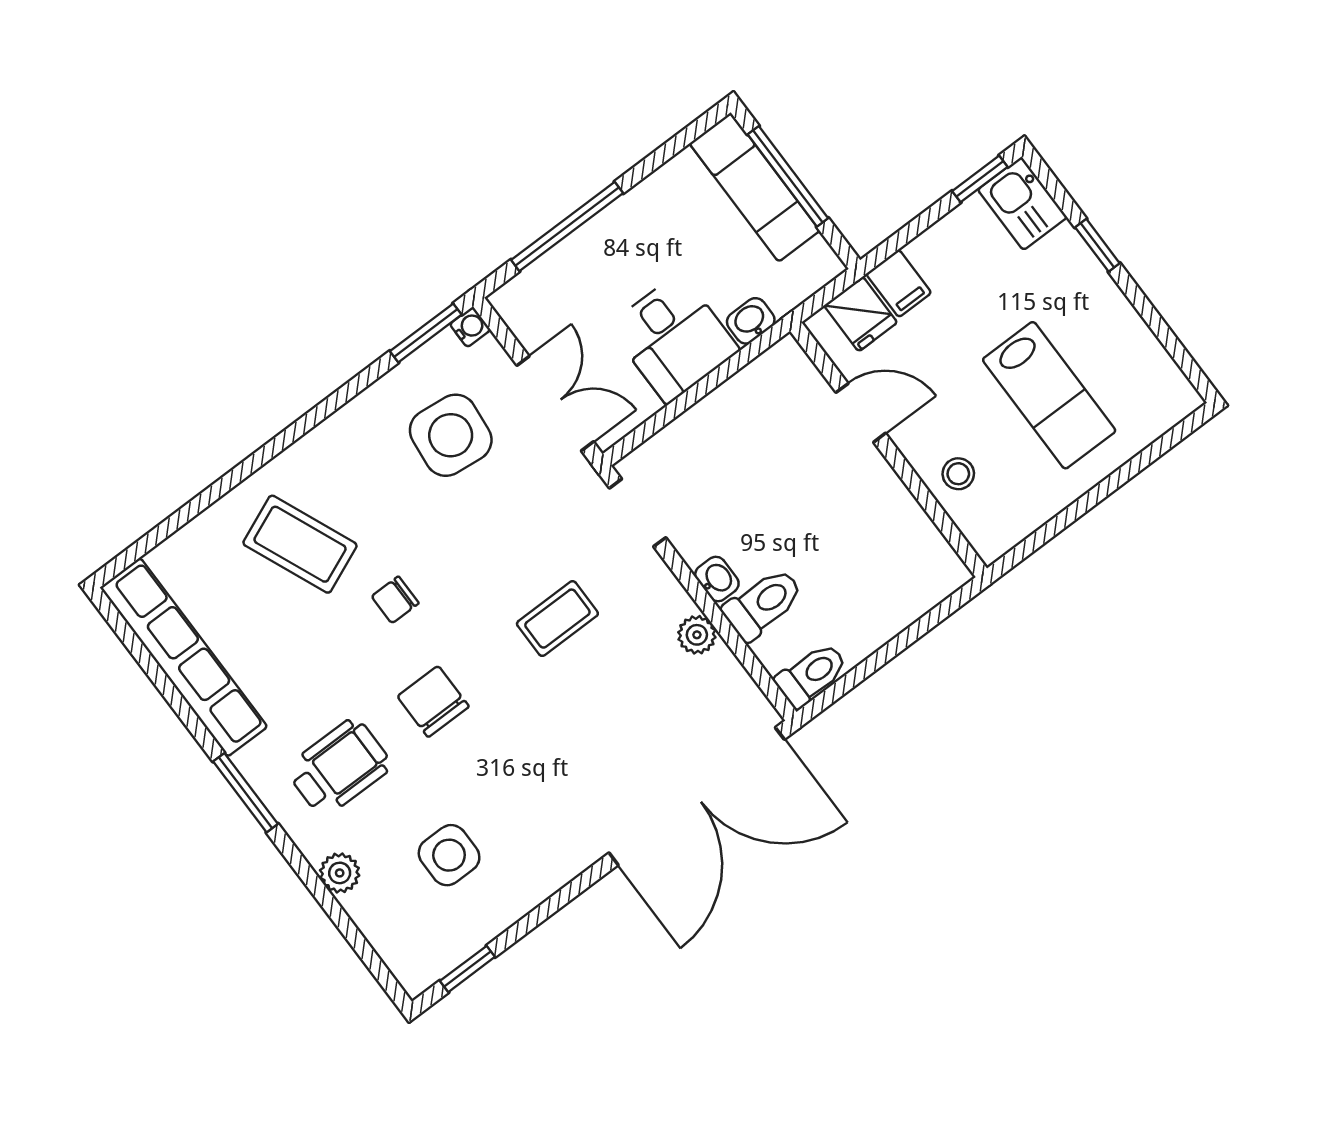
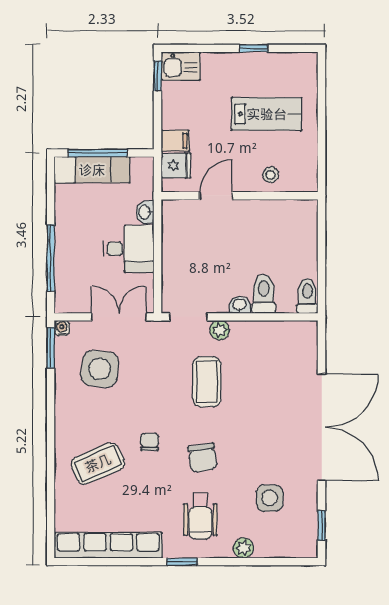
window: (1097, 245) -> (254, 48), moved
chair: (395, 600) -> (150, 442), turned 180
coffee table: (557, 619) -> (207, 382), width x1.36, depth x1.30
plant: (697, 635) -> (220, 330), moved
chair: (433, 701) -> (202, 458), turned -99
wheelchair: (339, 767) -> (200, 516), turned 180
window: (246, 793) -> (182, 562), width x0.67
double door: (697, 796) -> (322, 427), moved

